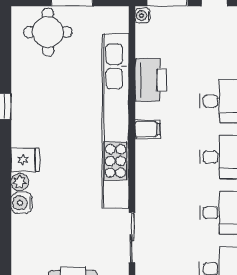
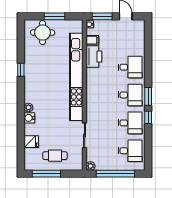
filing cabinet: (148, 129) -> (92, 40), moved
fridge: (25, 160) -> (31, 142), moved

